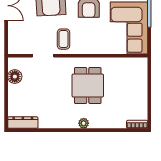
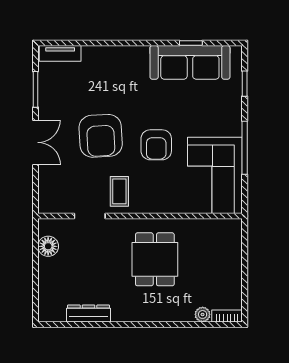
dresser: (23, 123) -> (88, 314), moved
plant: (84, 123) -> (203, 314), moved

